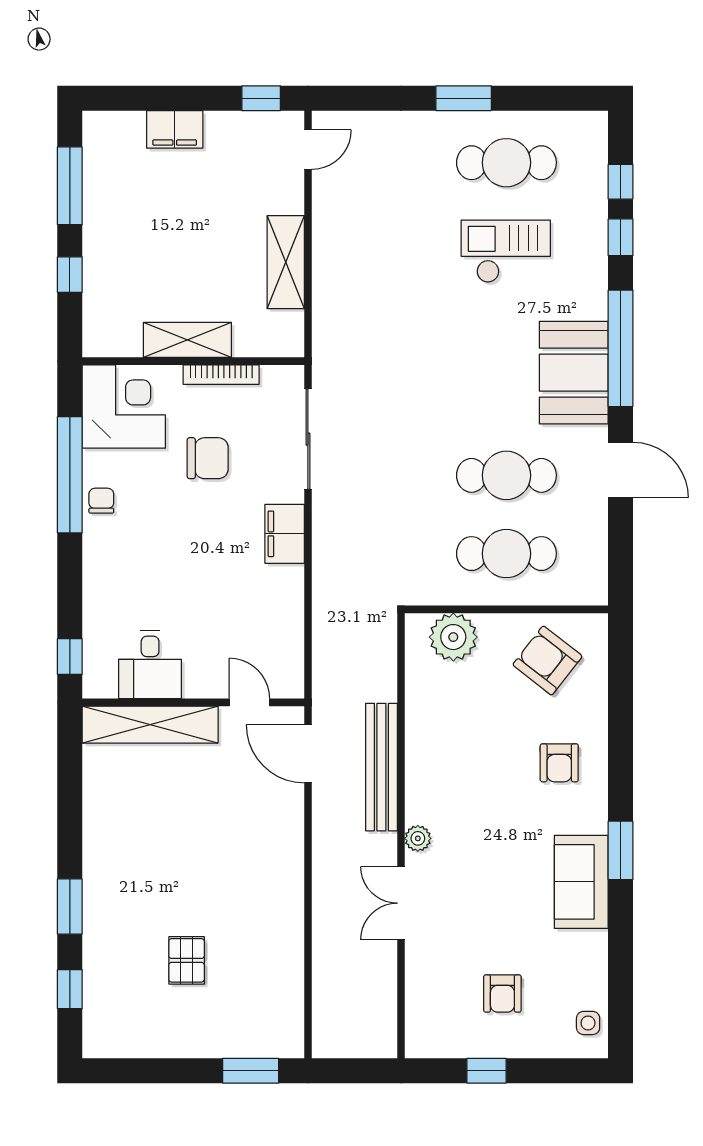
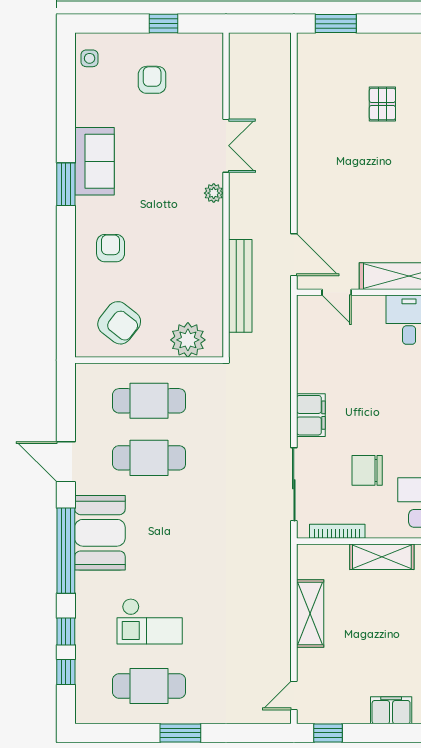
bookcase: (221, 375) -> (337, 531), moved
bench: (381, 767) -> (240, 286), moved

